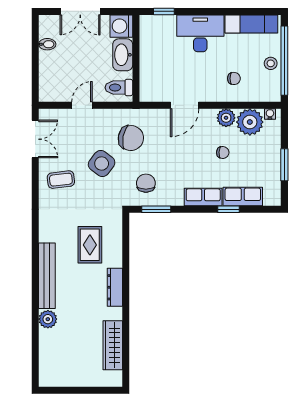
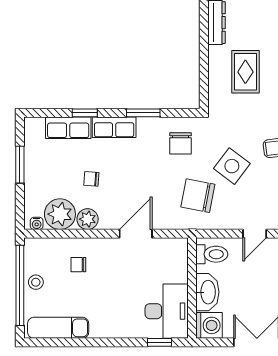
desk: (200, 33) -> (167, 311), moved, turned -90
window: (156, 209) -> (143, 113), moved

